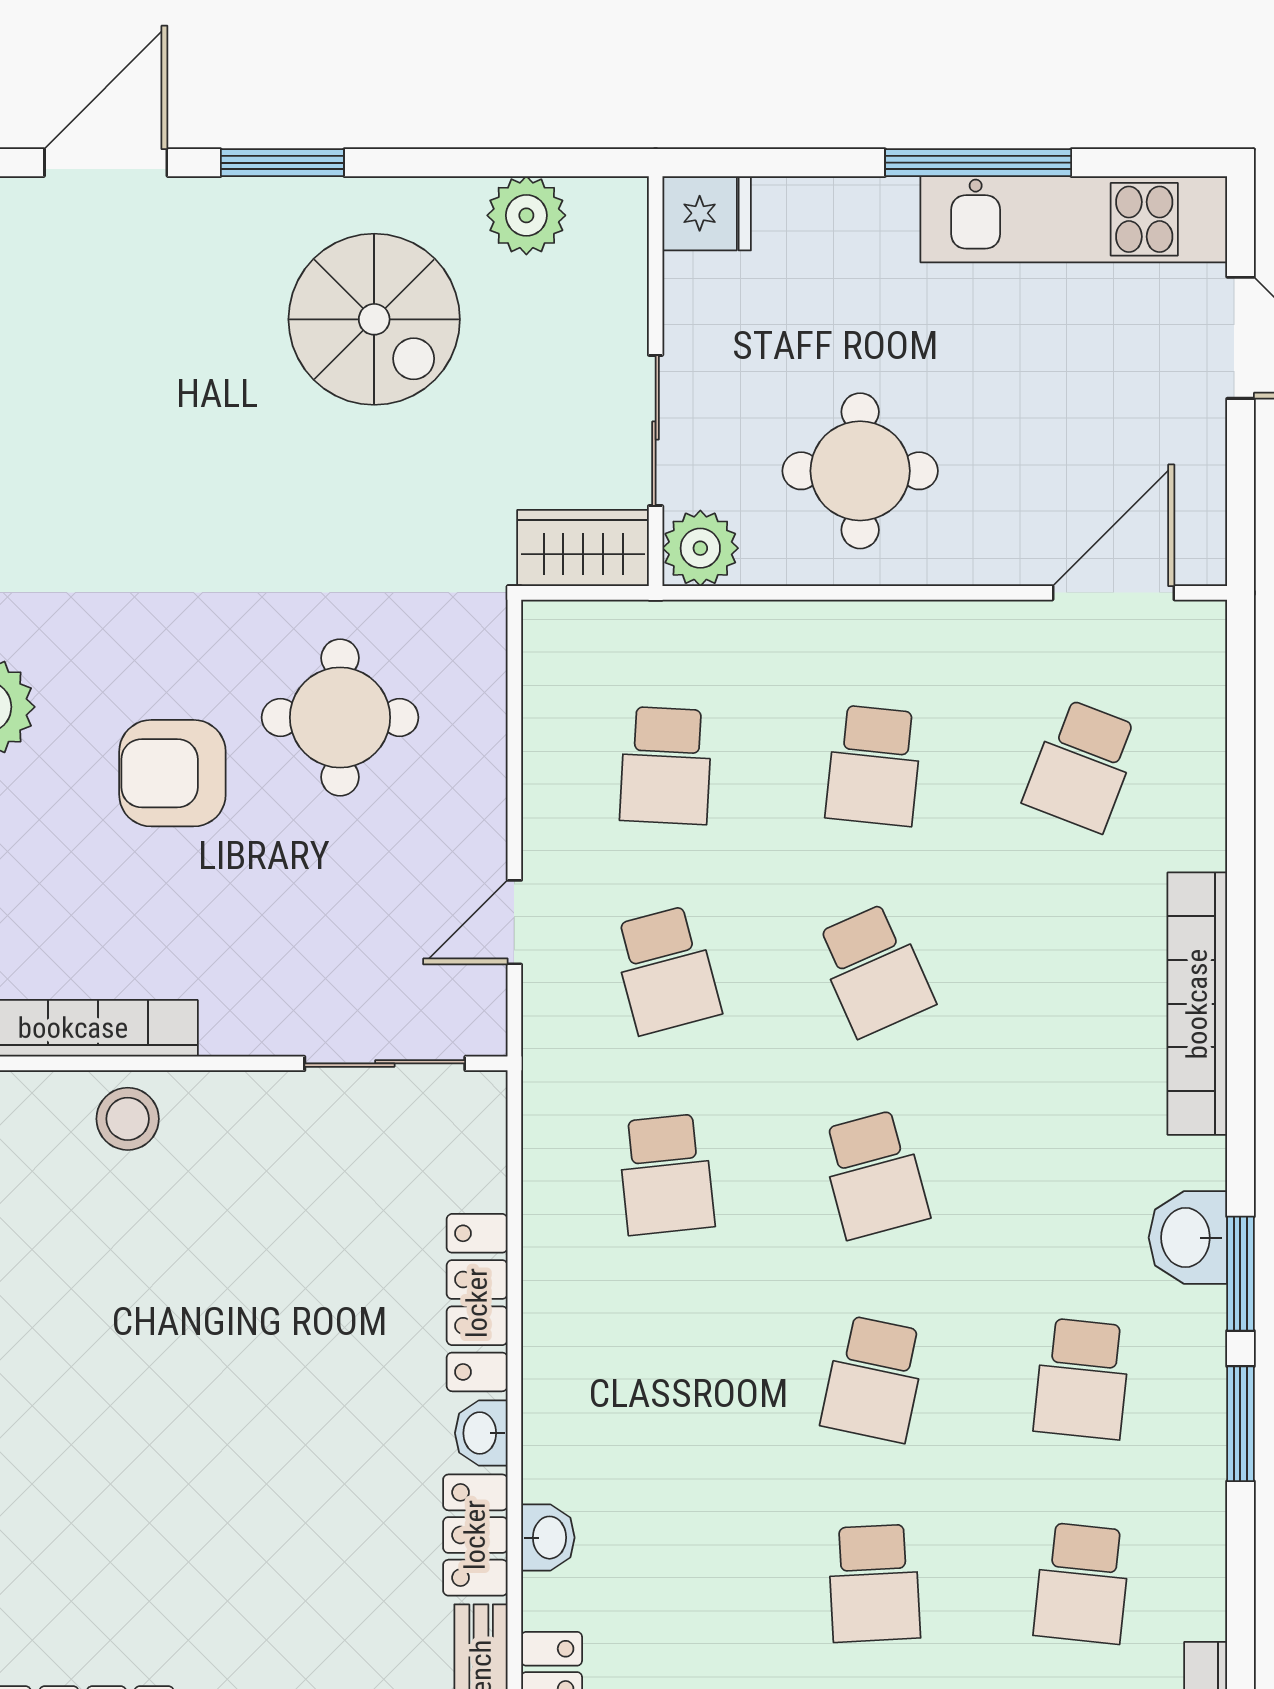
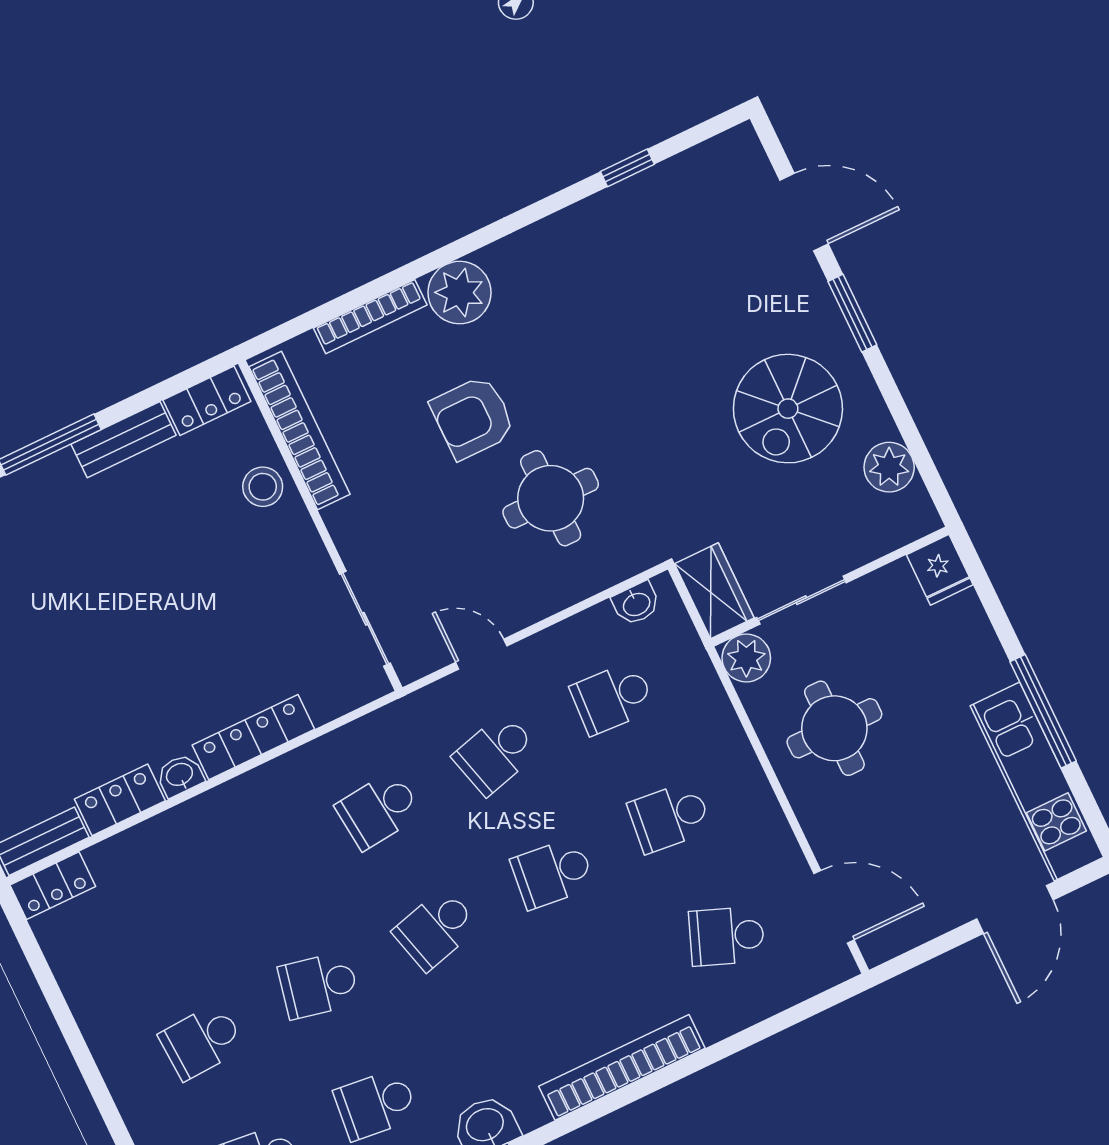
armchair: (172, 773) -> (473, 418), turned -90
school desk: (874, 970) -> (553, 873), turned 30
washbasin: (548, 1538) -> (636, 604), moved

